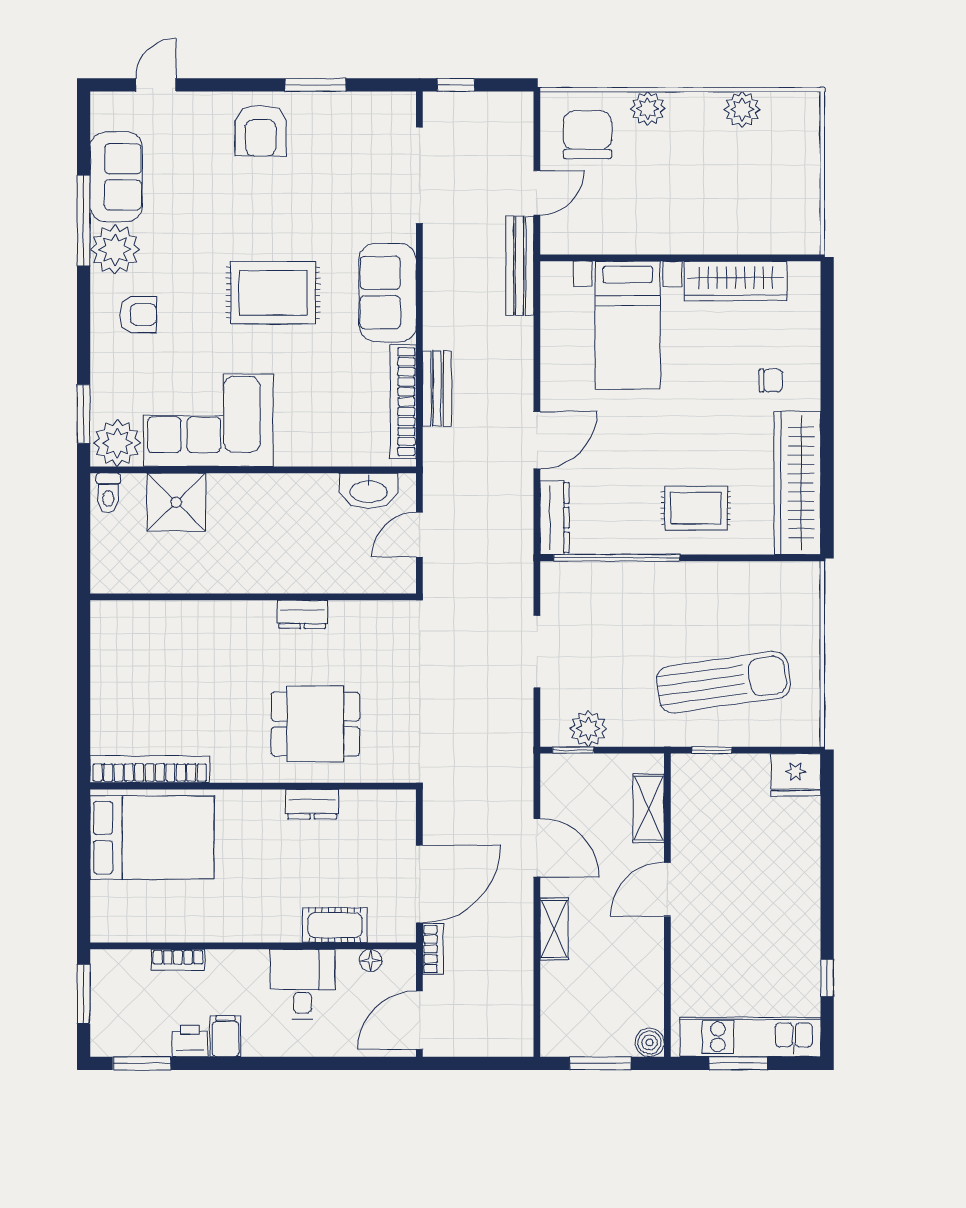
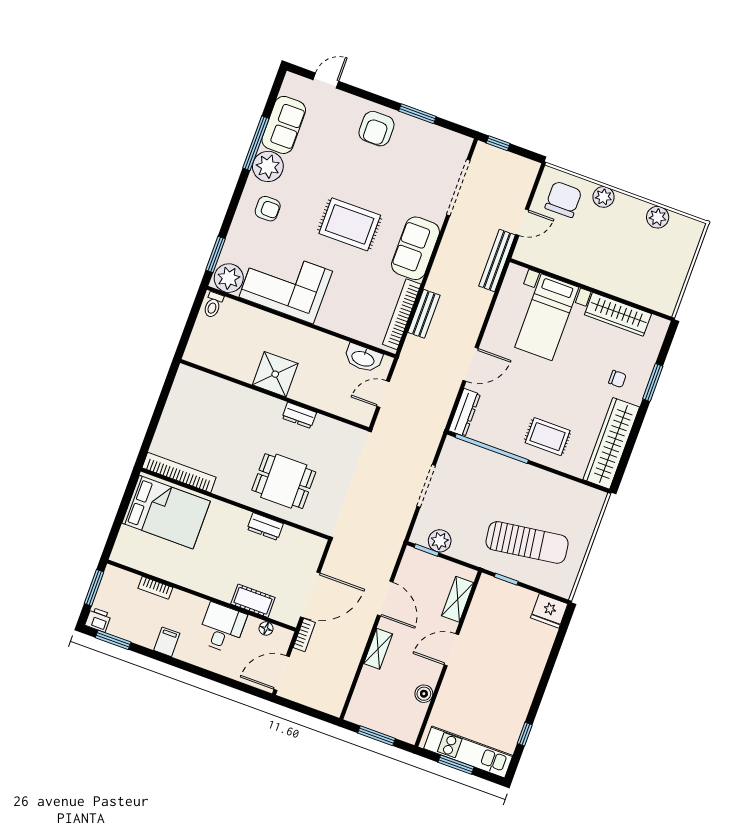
window: (827, 366) -> (653, 383), added
shower: (176, 502) -> (275, 374), moved
printer: (190, 1041) -> (98, 620), moved
boiler: (650, 1042) -> (424, 694), moved

